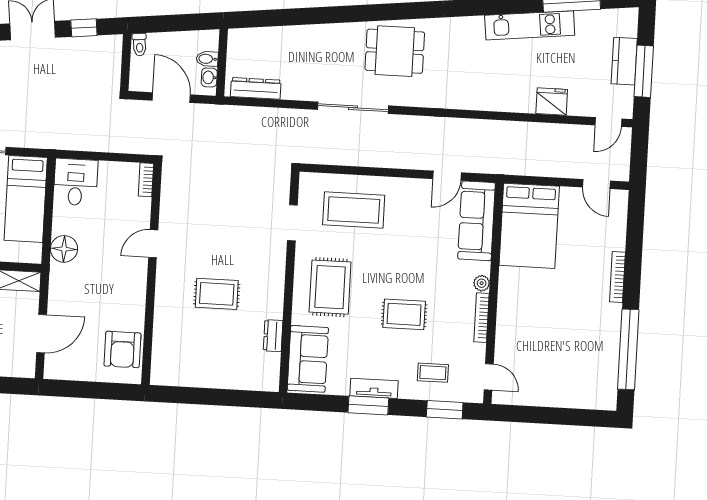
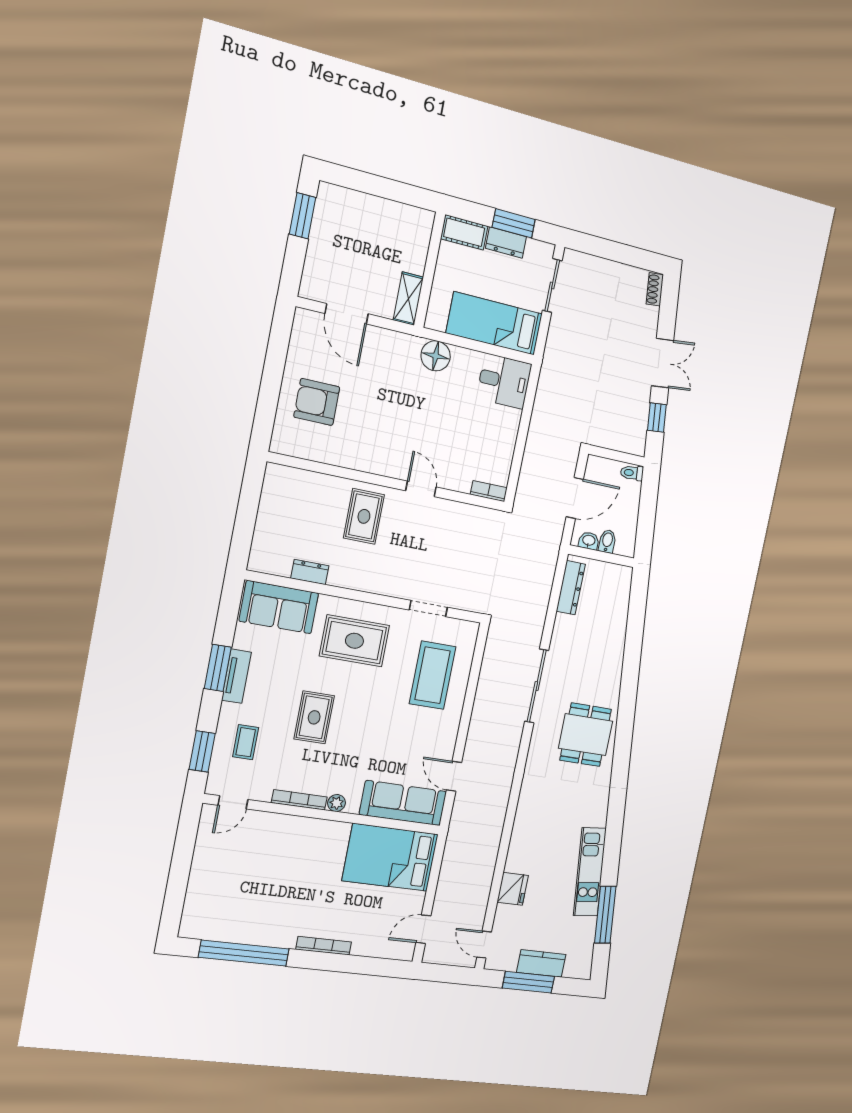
bookcase: (146, 180) -> (489, 491), moved
door: (153, 244) -> (421, 489), moved
wall: (152, 274) -> (389, 482), moved

